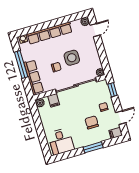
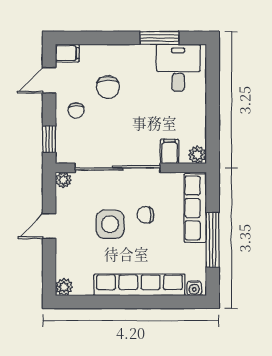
door: (95, 30) -> (49, 226), moved
window: (93, 147) -> (160, 38), moved

